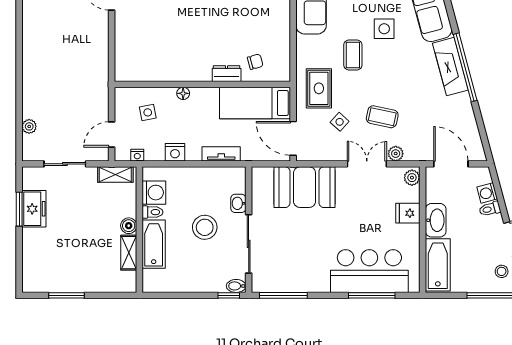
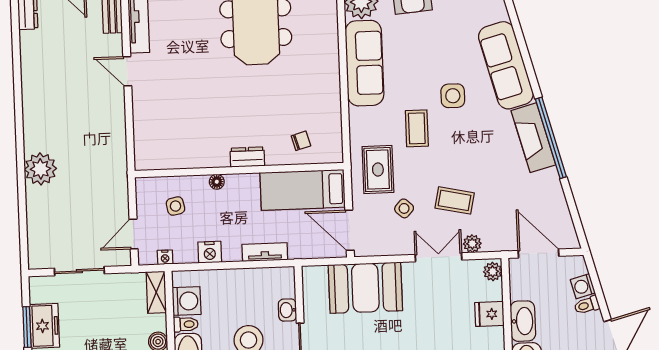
dresser: (227, 74) -> (247, 157), moved
plant: (29, 126) -> (40, 169), moved, width x1.88, depth x1.88
shelving: (115, 175) -> (156, 292), moved, turned 90

